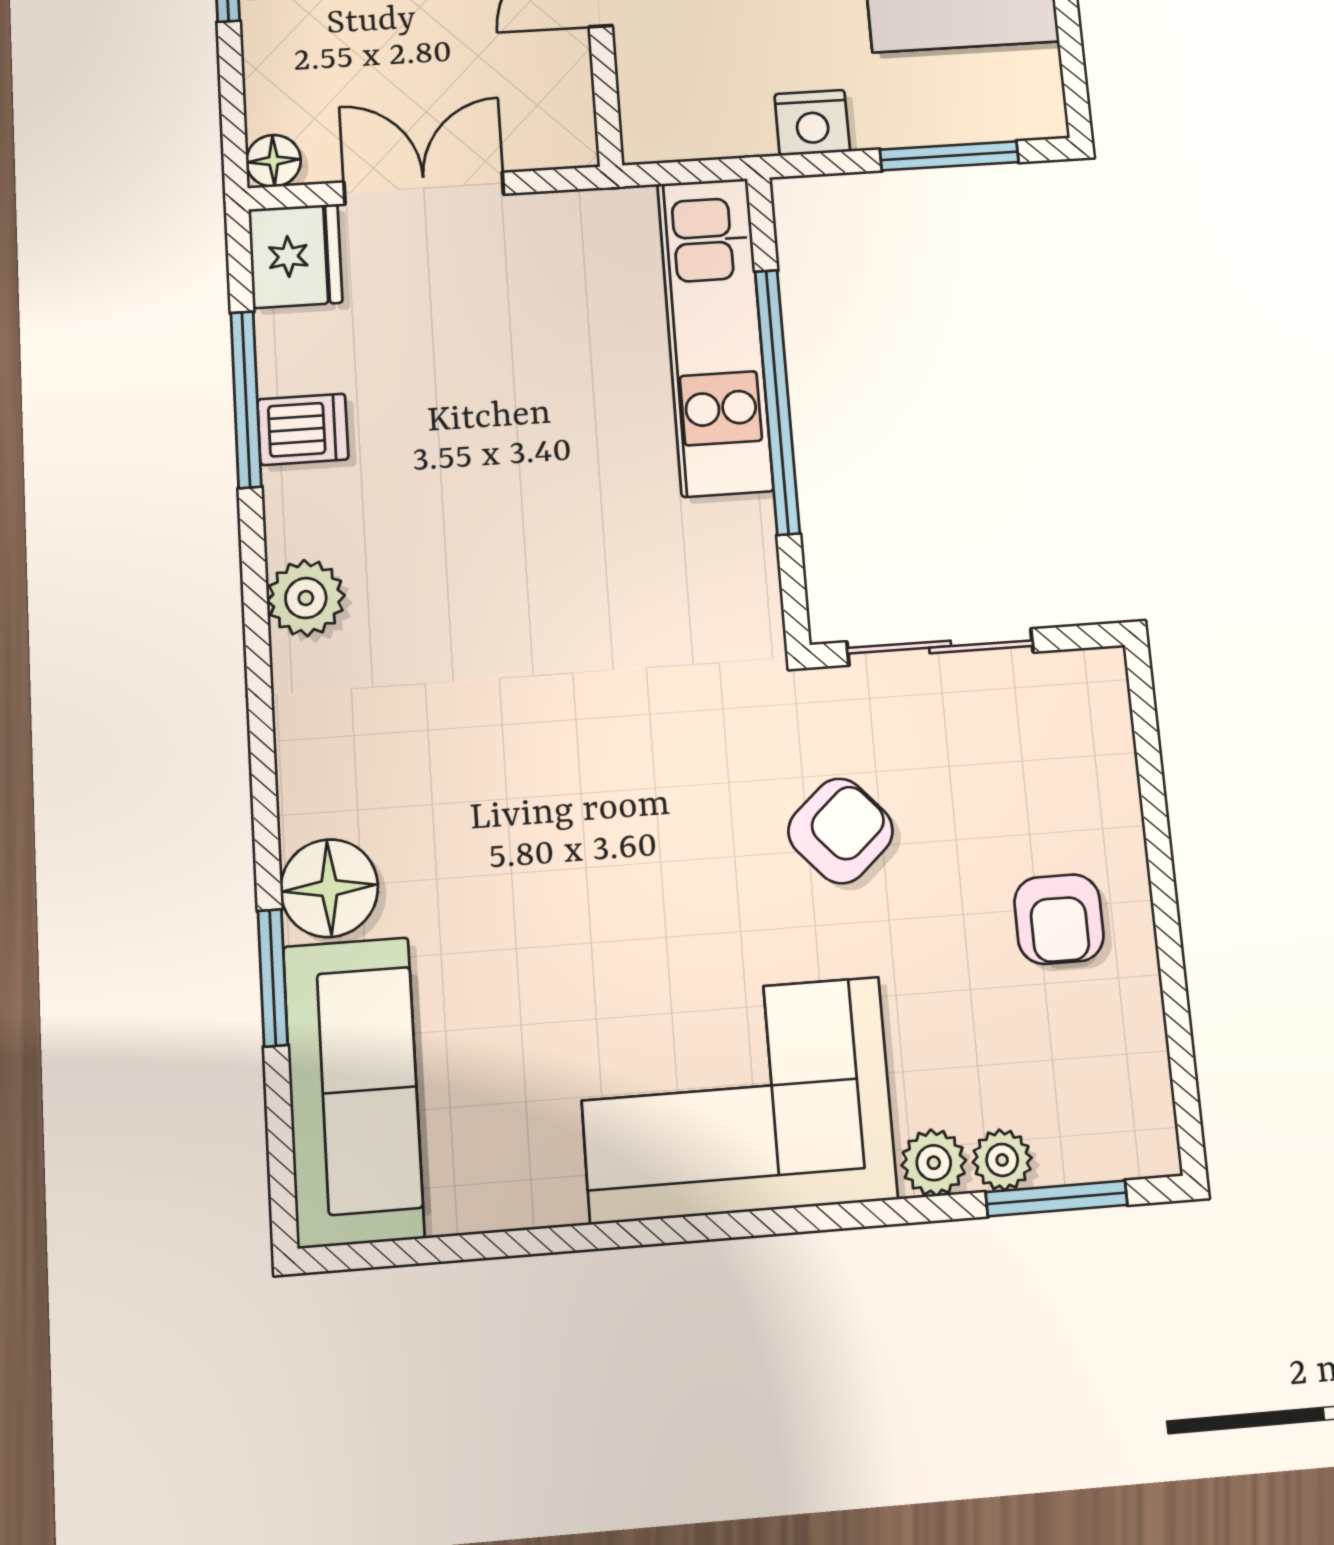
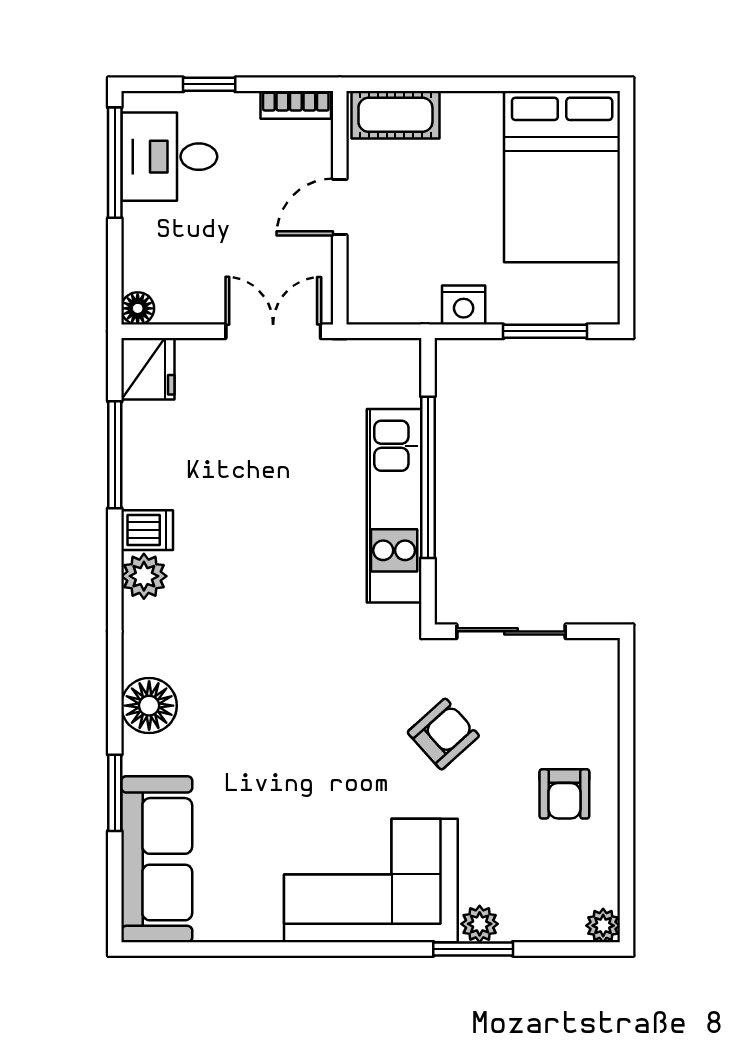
double door: (424, 188) -> (273, 331), moved
kitchen unit: (715, 336) -> (394, 506), moved
dishwasher: (303, 429) -> (147, 530), moved
floor lamp: (329, 888) -> (149, 706), moved
plant: (1002, 1160) -> (603, 926), moved
window: (1056, 1198) -> (473, 949), moved

